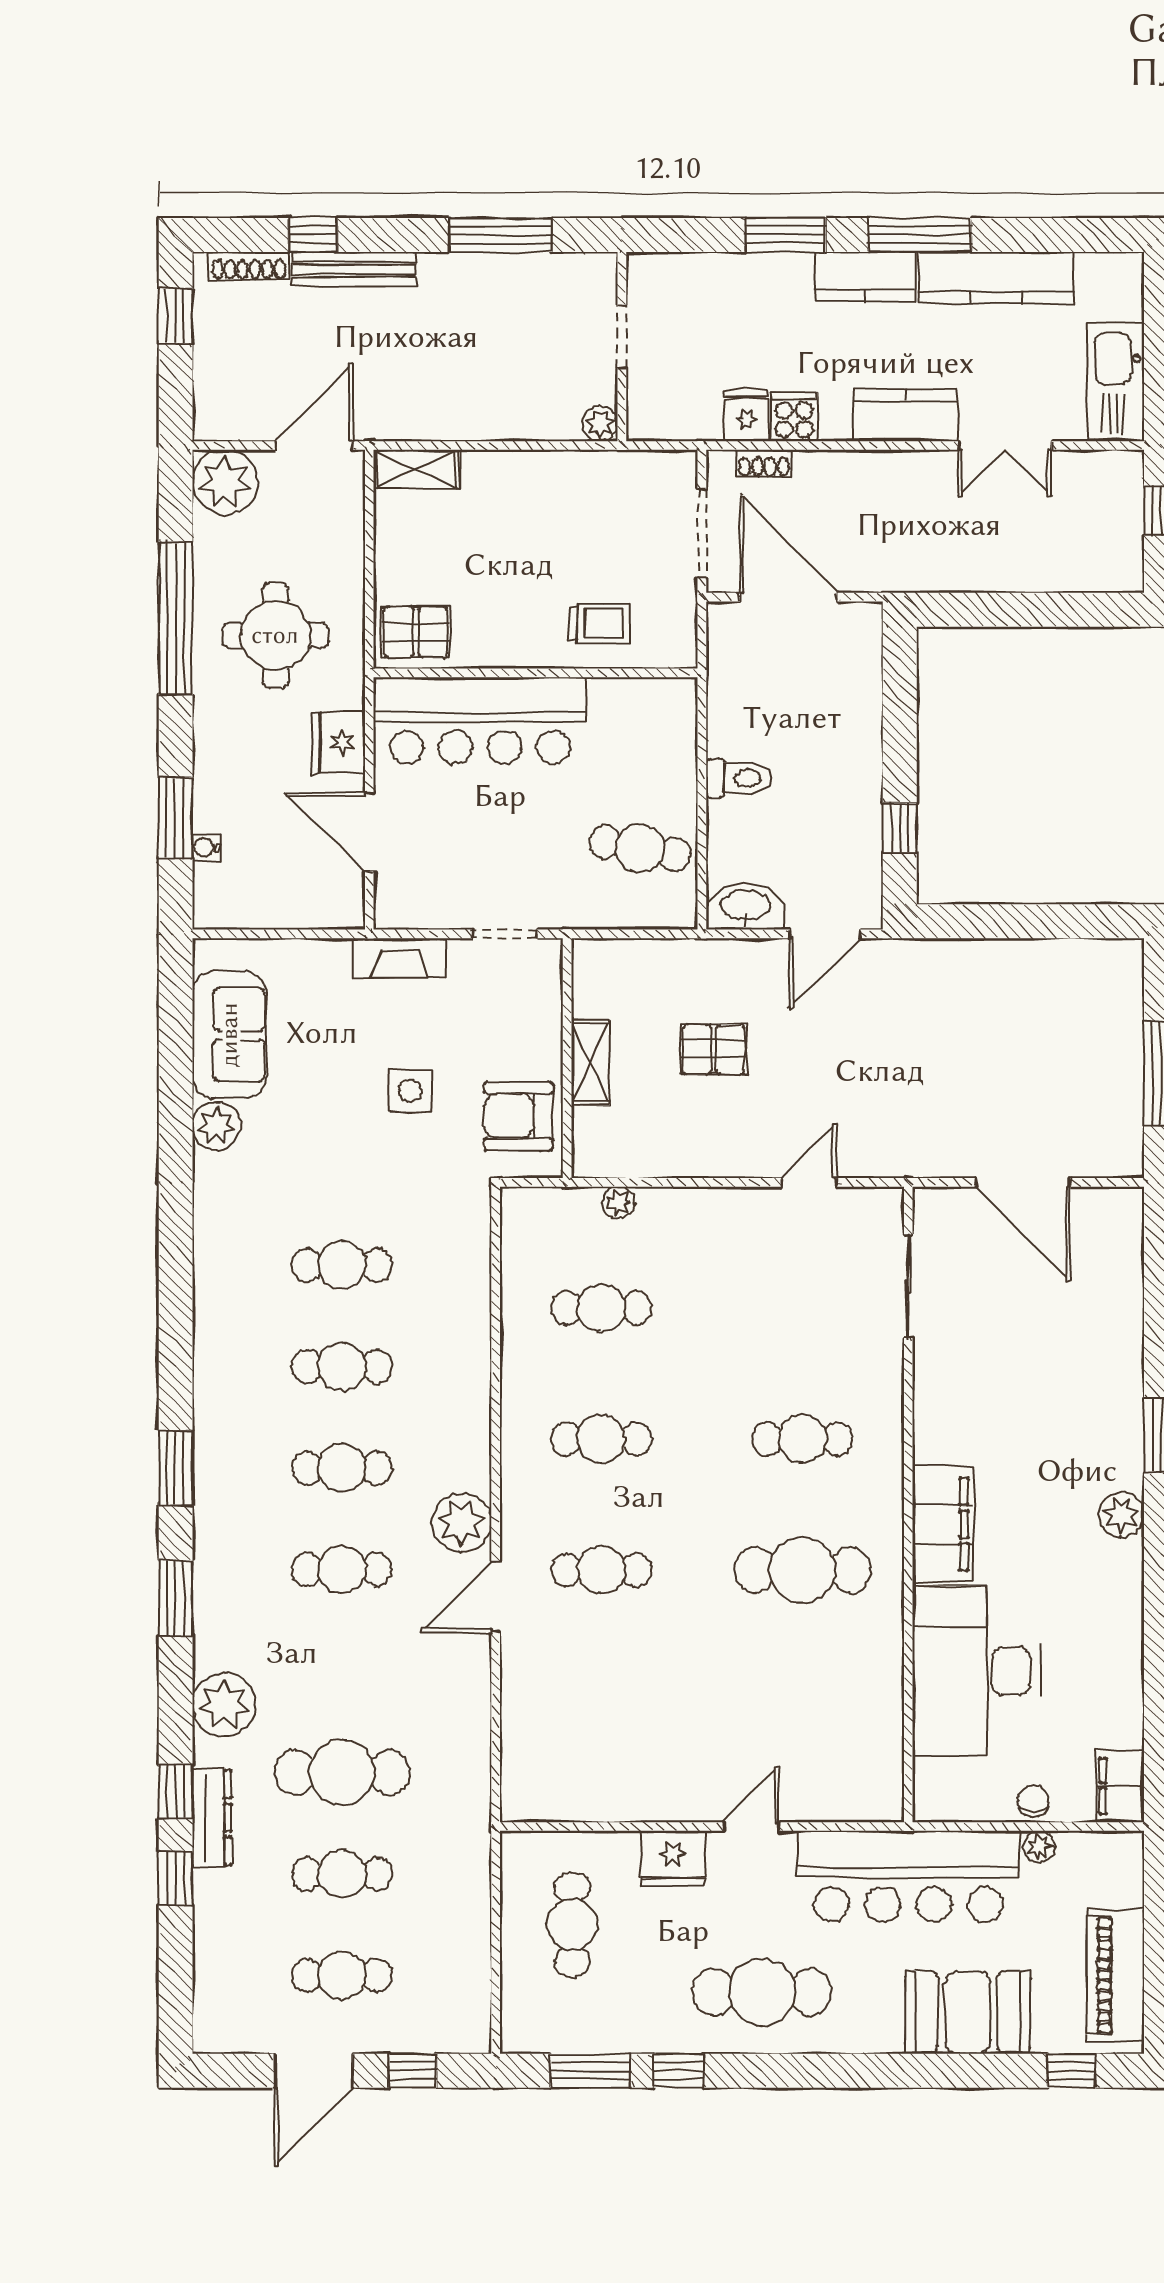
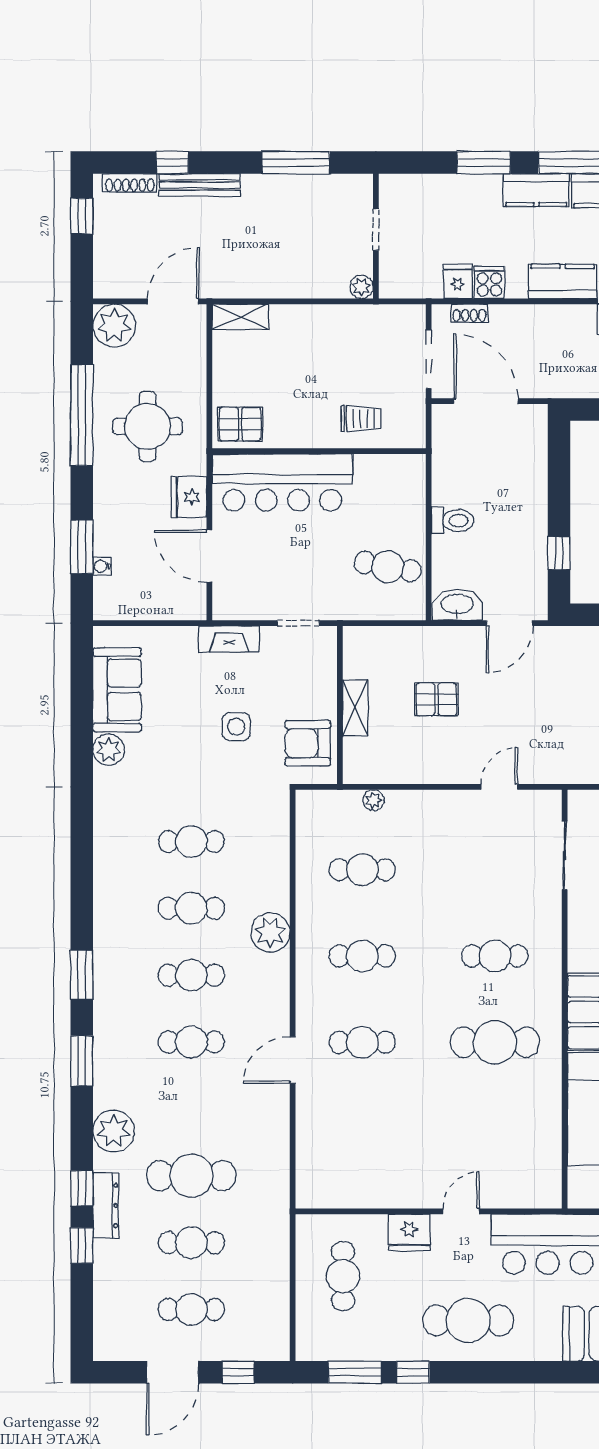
plant: (462, 1522) -> (270, 932), moved

